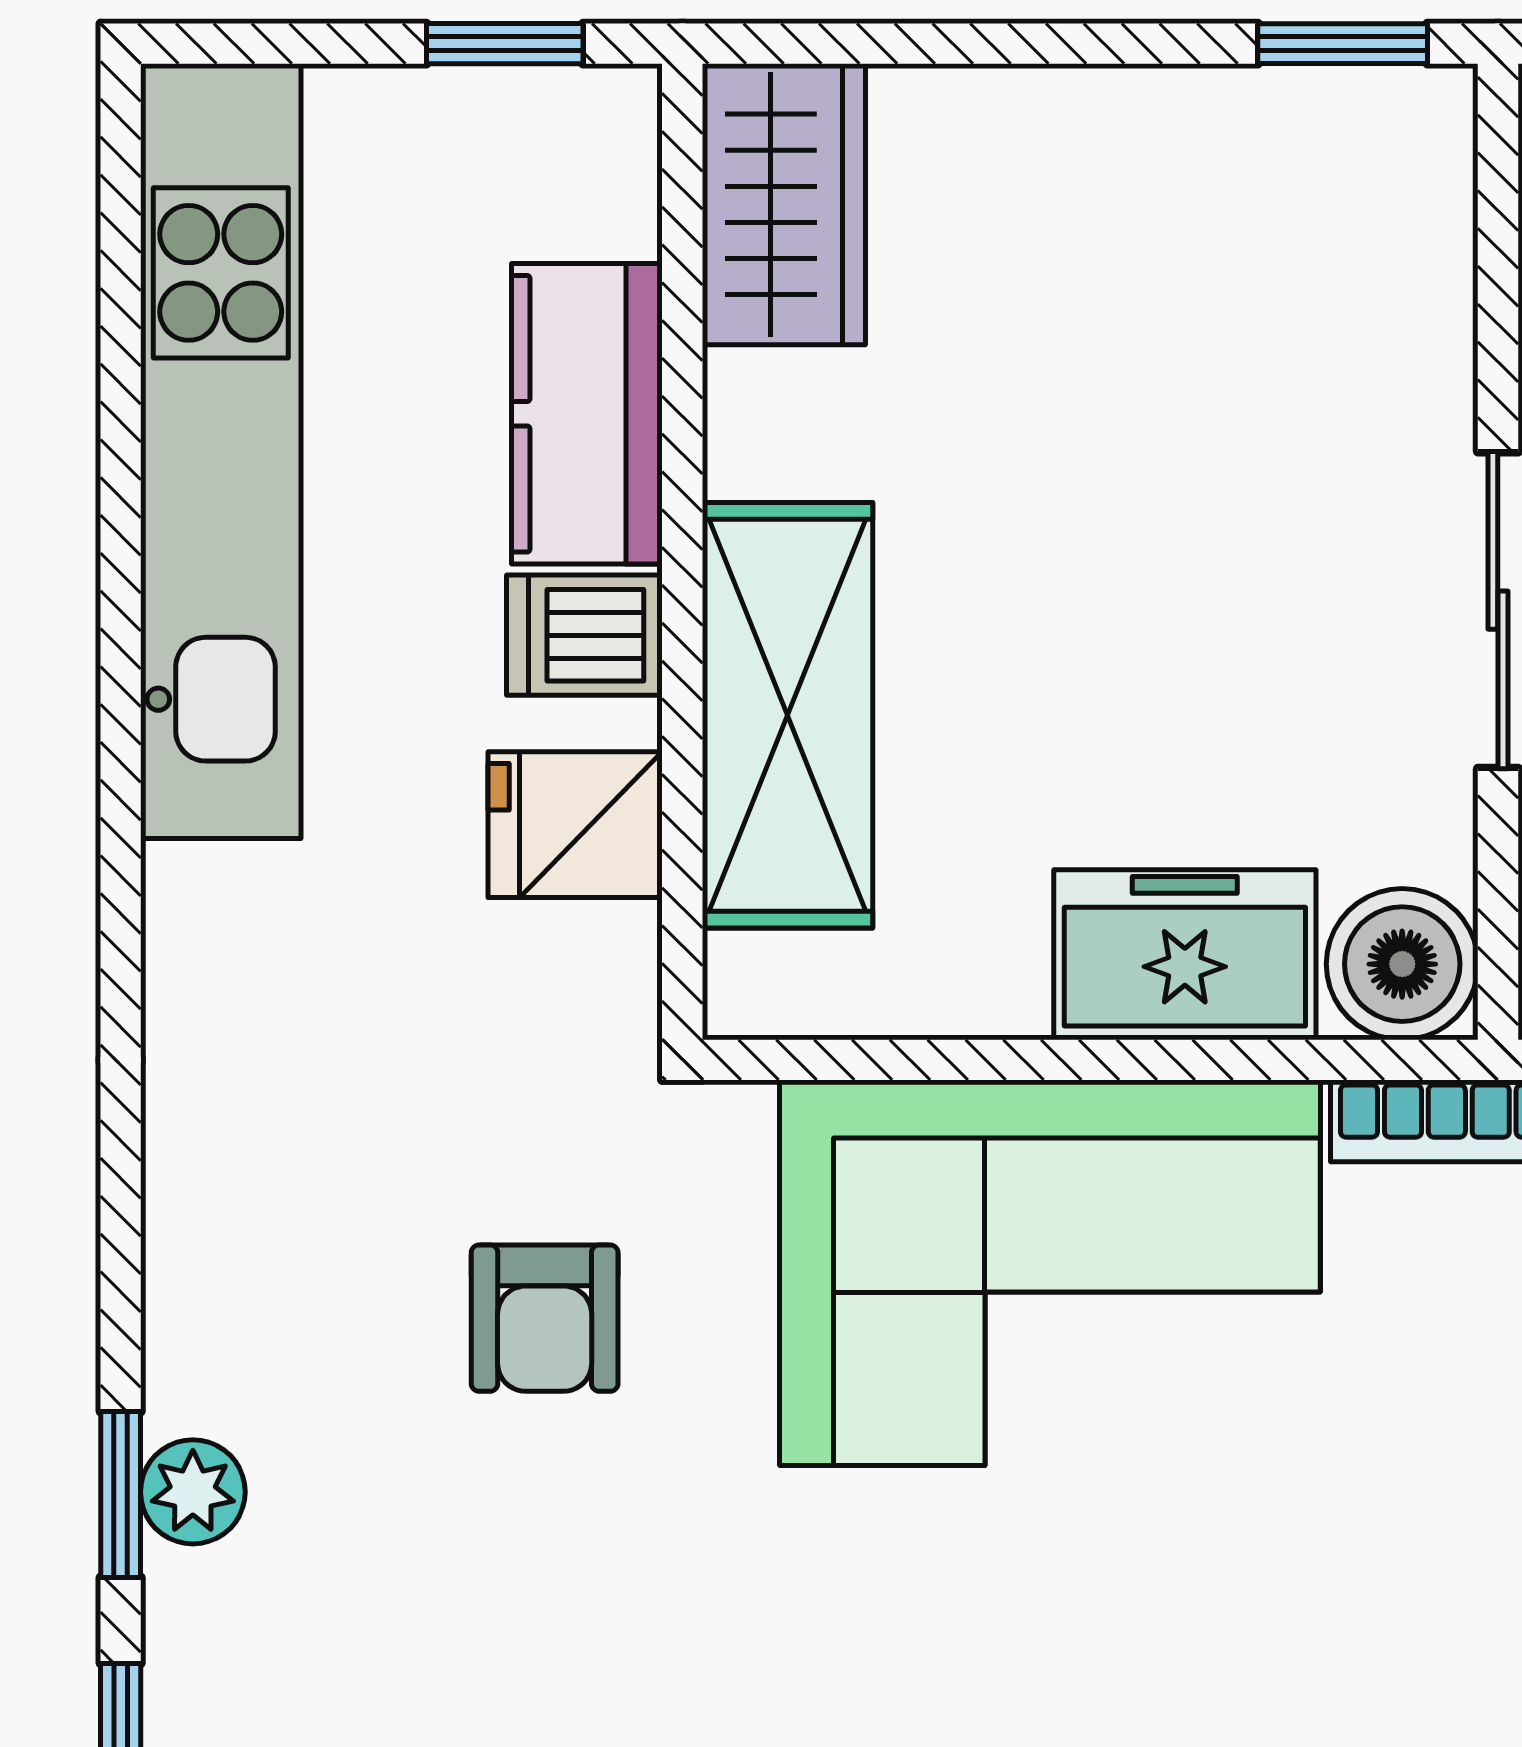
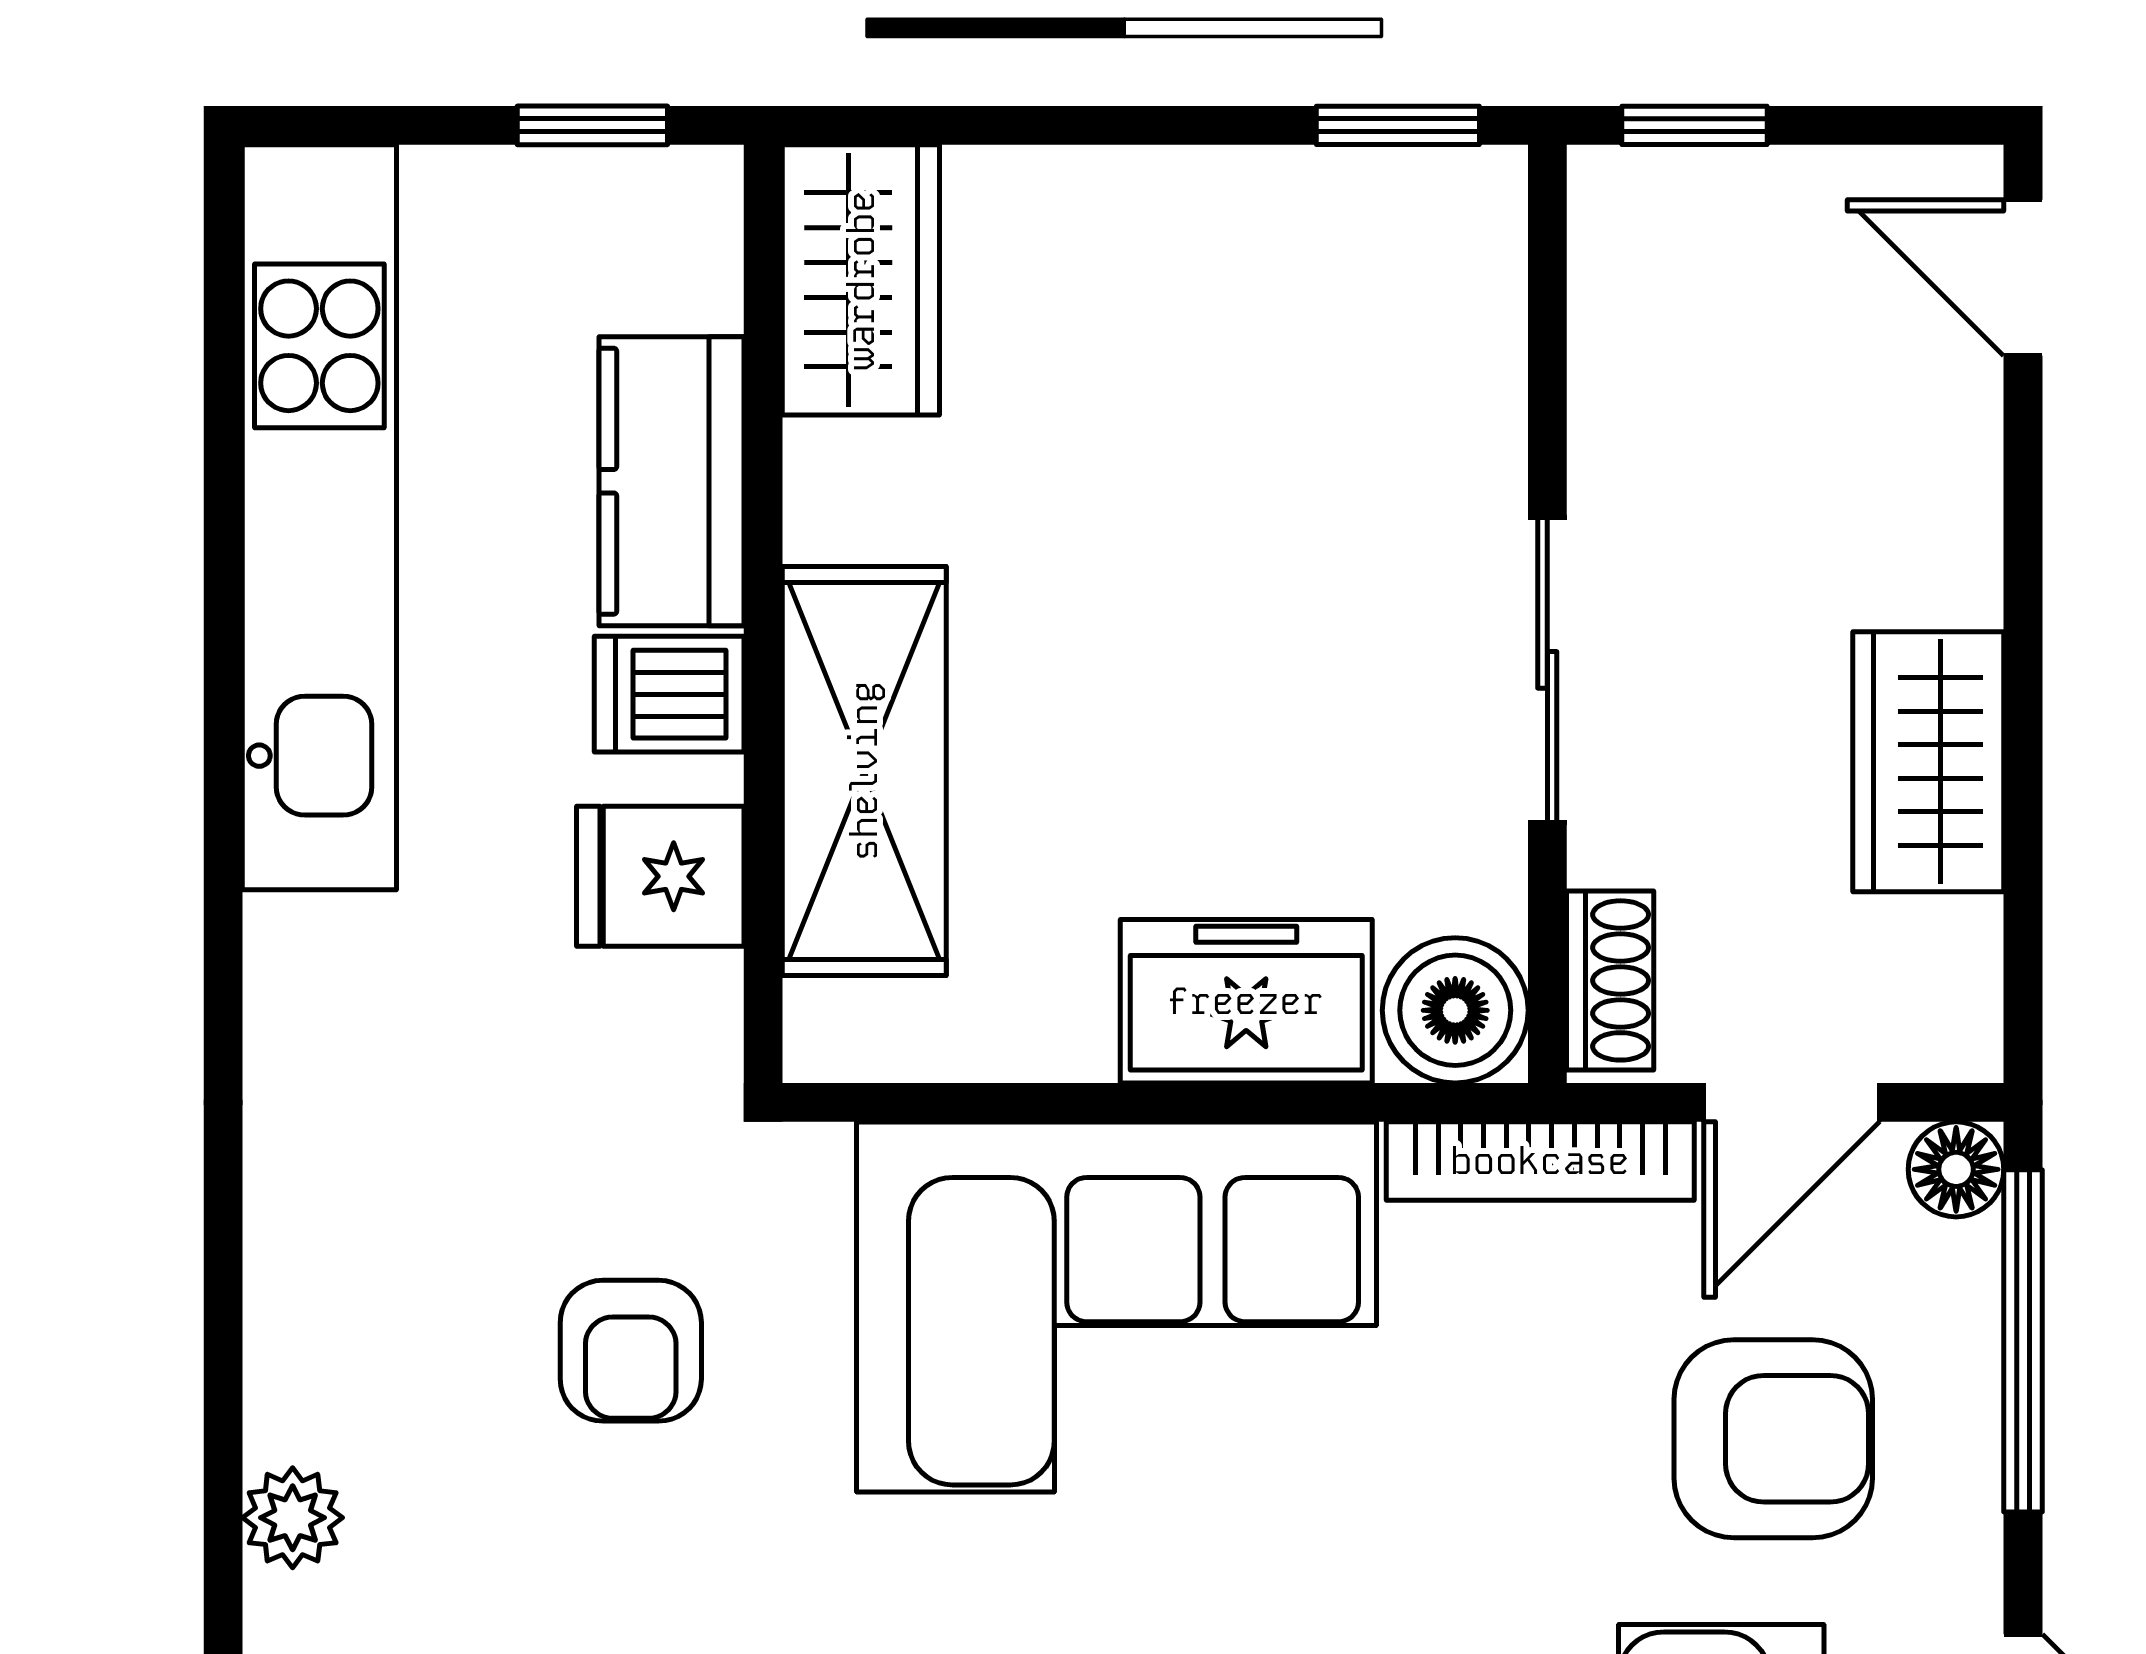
window: (121, 1495) -> (223, 1520), removed

